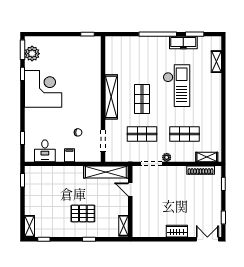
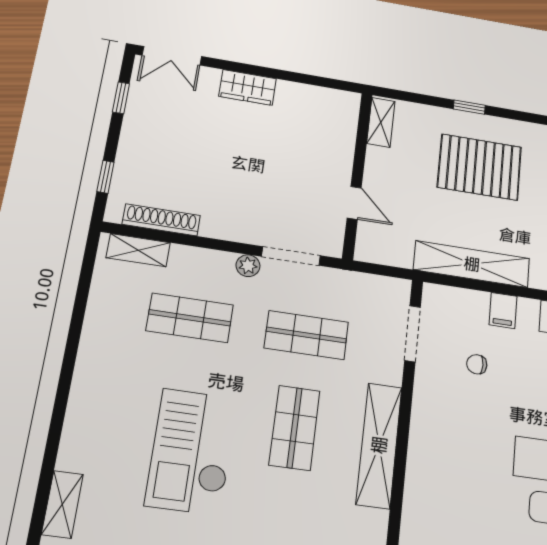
shelving: (106, 172) -> (472, 264), moved
pallet: (83, 213) -> (480, 167), width x1.37, depth x1.41

